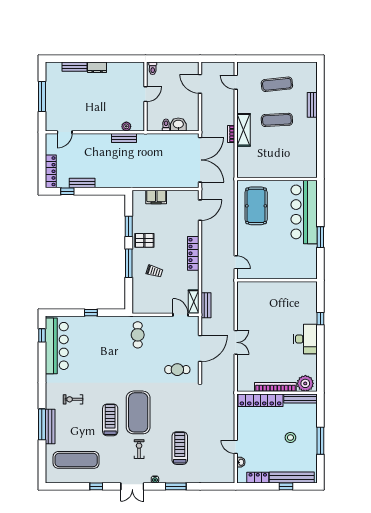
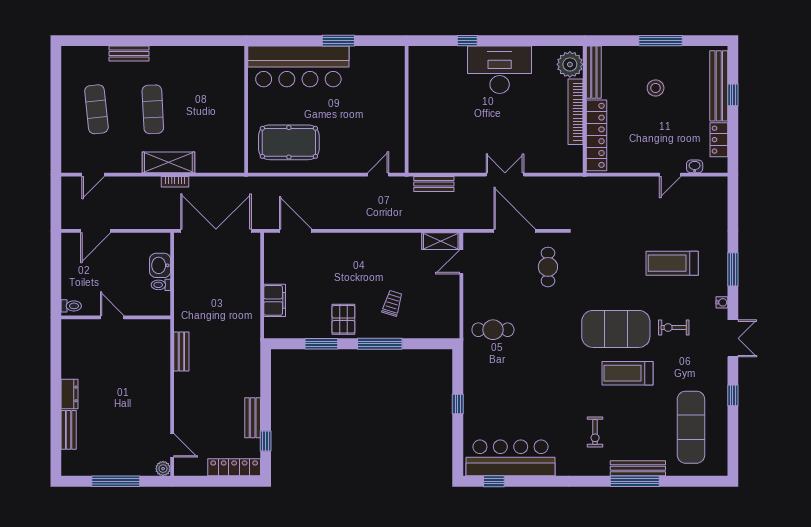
plant: (126, 126) -> (163, 469), moved
locker: (193, 253) -> (364, 242), removed
bench: (206, 305) -> (434, 184), moved
desk: (305, 339) -> (500, 70), width x1.36, depth x1.30

